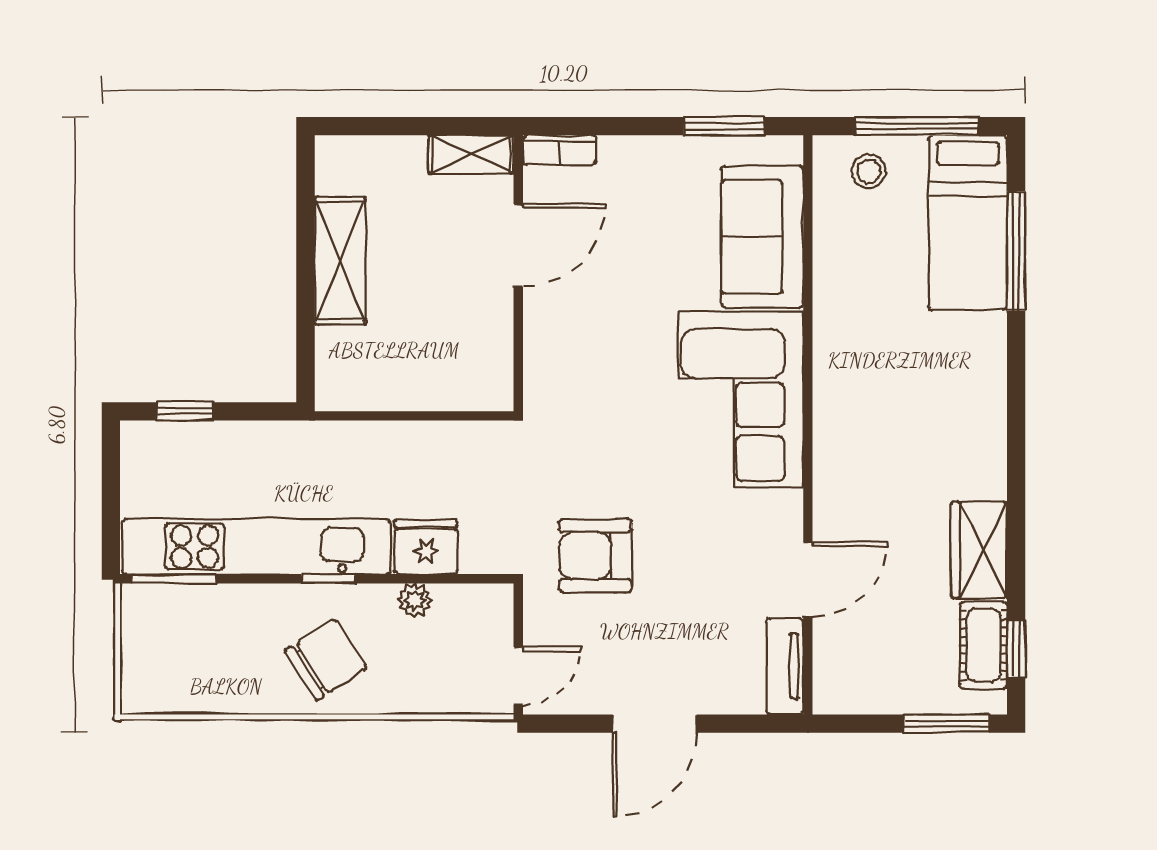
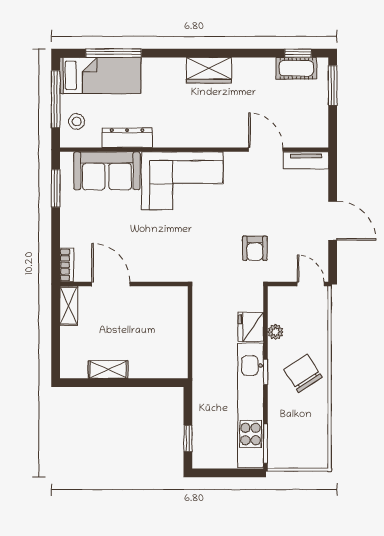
shelving: (340, 261) -> (108, 370), width x0.67, depth x0.75
dresser: (834, 280) -> (127, 138), added
wardrobe: (979, 550) -> (209, 70), moved
armchair: (595, 556) -> (255, 248), width x0.72, depth x0.72

